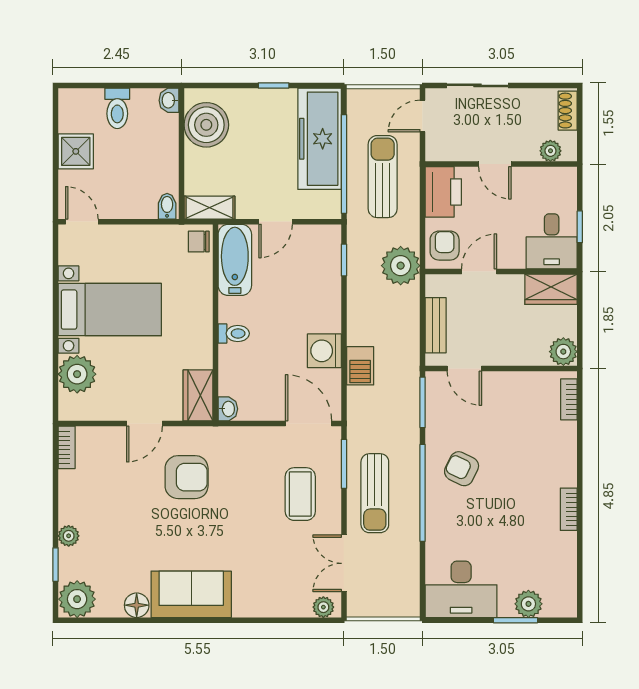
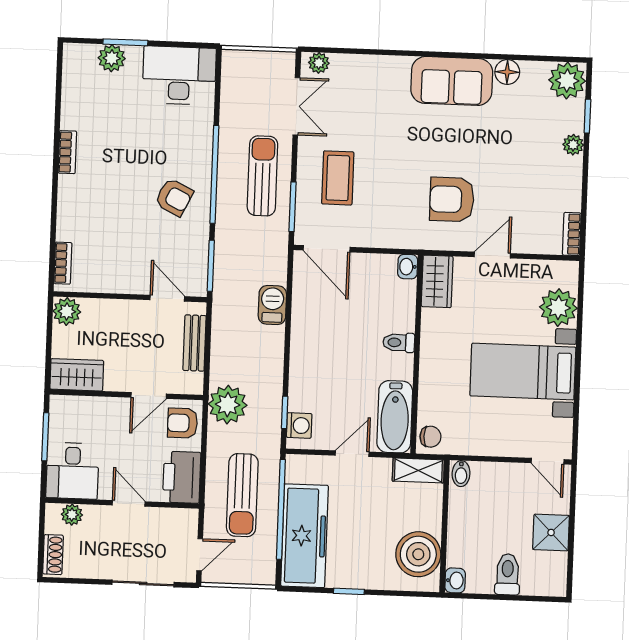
window: (580, 227) -> (45, 437), width x1.50
desk: (552, 241) -> (72, 471), moved, turned 180
armchair: (445, 246) -> (182, 423), turned 90
washing machine: (324, 351) -> (299, 425), moved, width x0.73, depth x0.73

